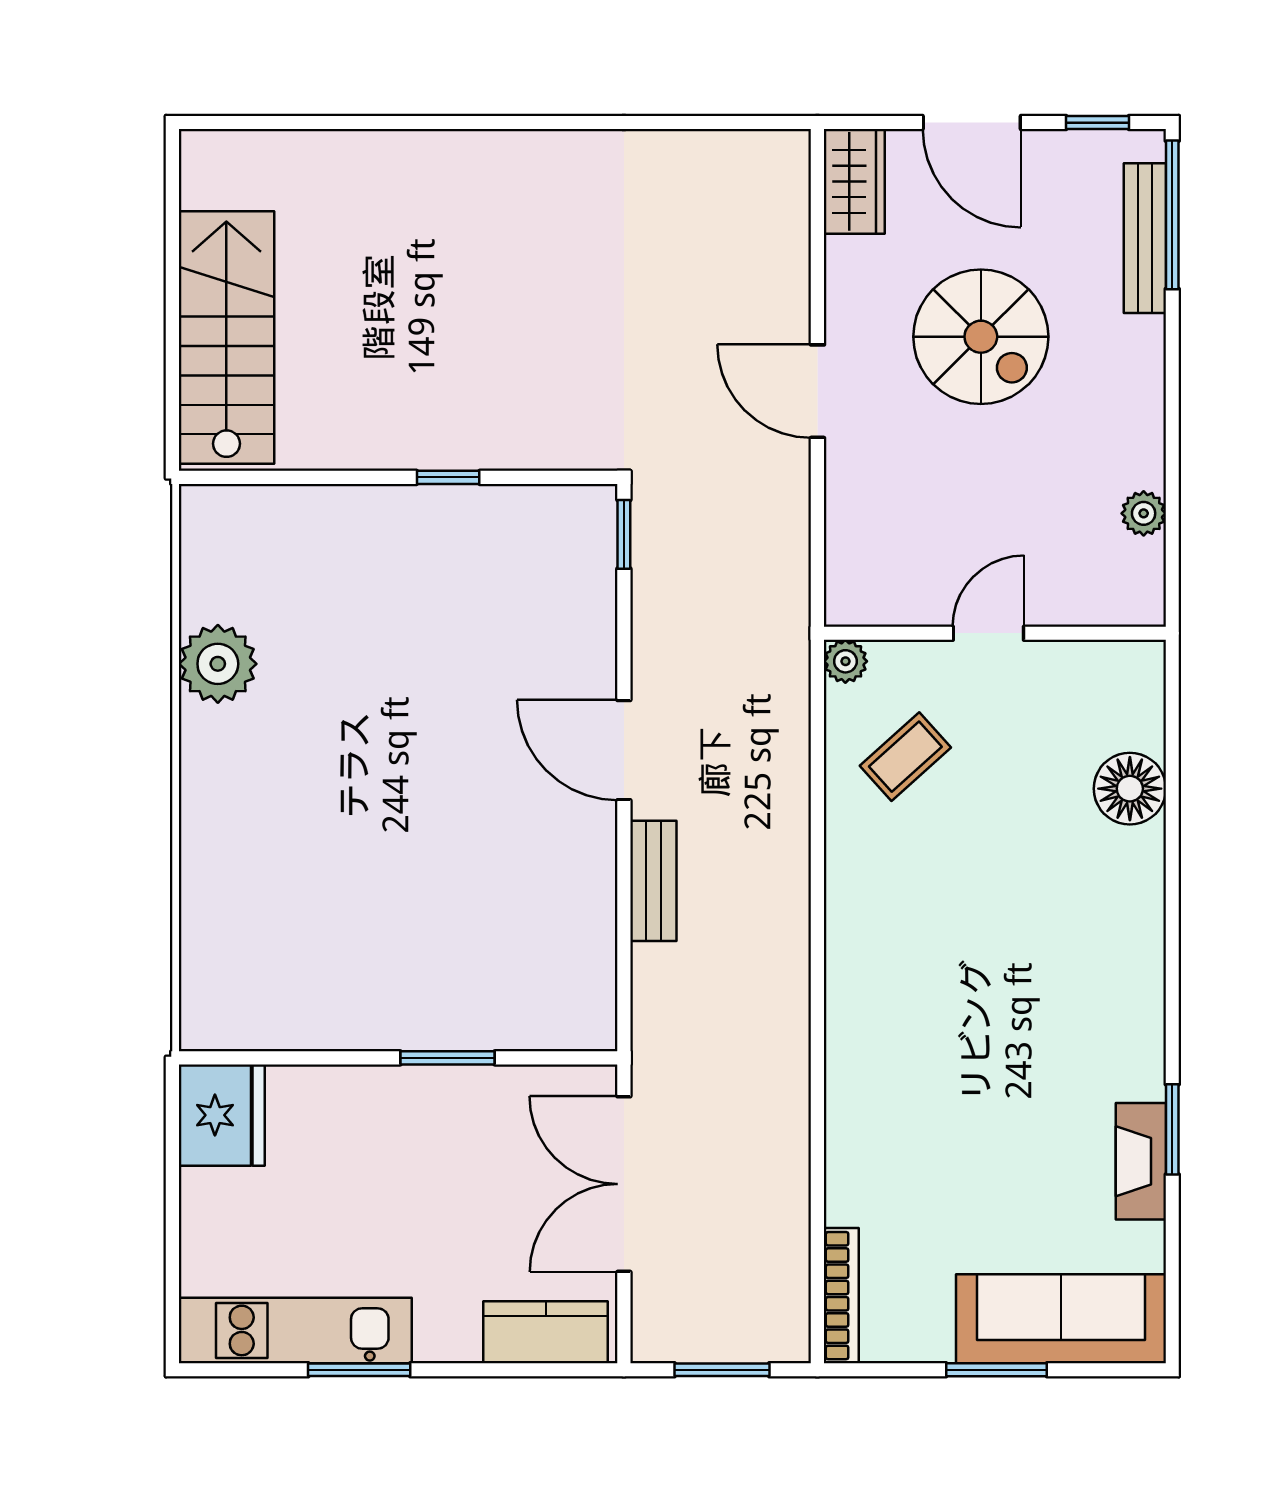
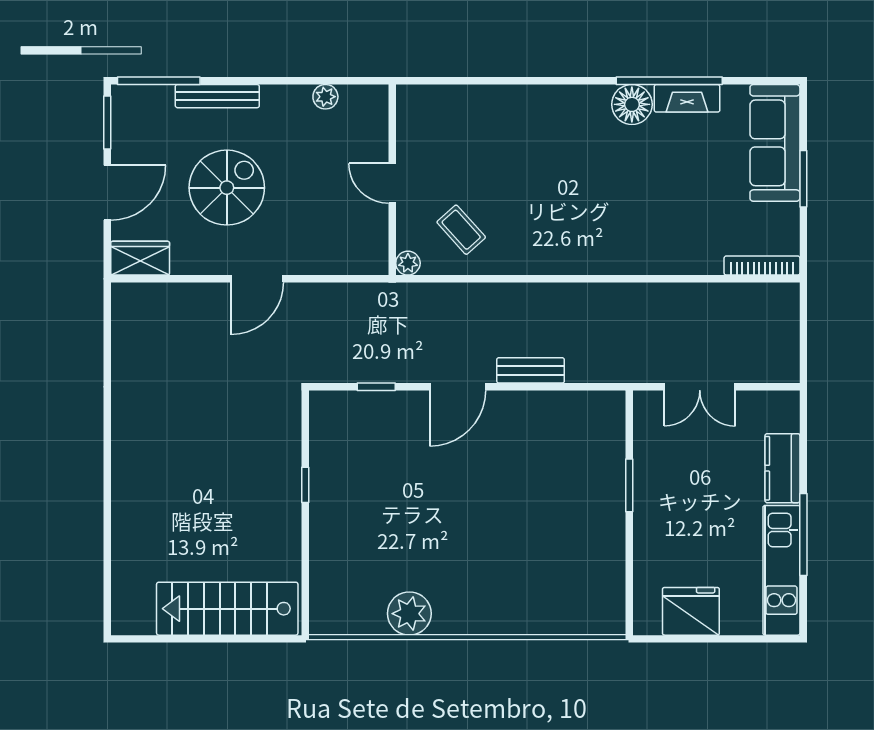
window: (1098, 123) -> (107, 122), width x1.50
bench: (1145, 238) -> (217, 96), moved
window: (624, 534) -> (376, 387), moved
floor lamp: (1130, 789) -> (632, 104), moved
fridge: (222, 1115) -> (691, 611), moved
window: (1172, 1129) -> (669, 81), width x2.11
double door: (624, 1184) -> (700, 387), width x0.73
kitchen counter: (546, 1332) -> (782, 468), moved
window: (359, 1370) -> (803, 535), width x1.44
window: (722, 1370) -> (803, 332), removed

